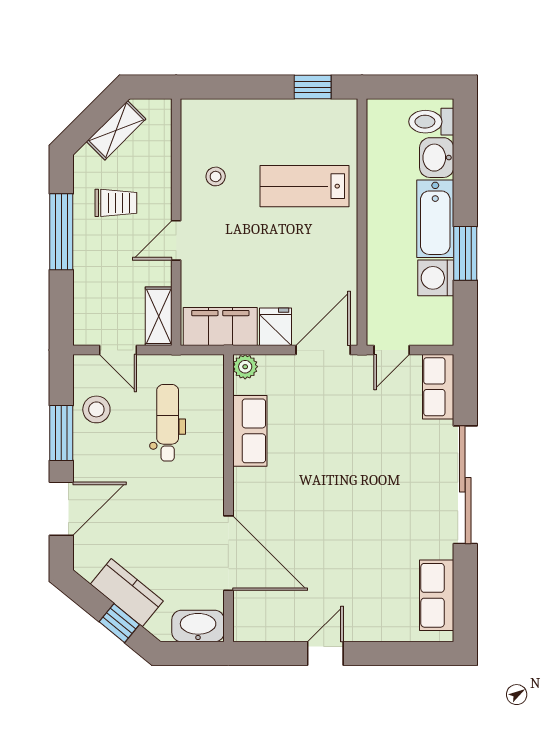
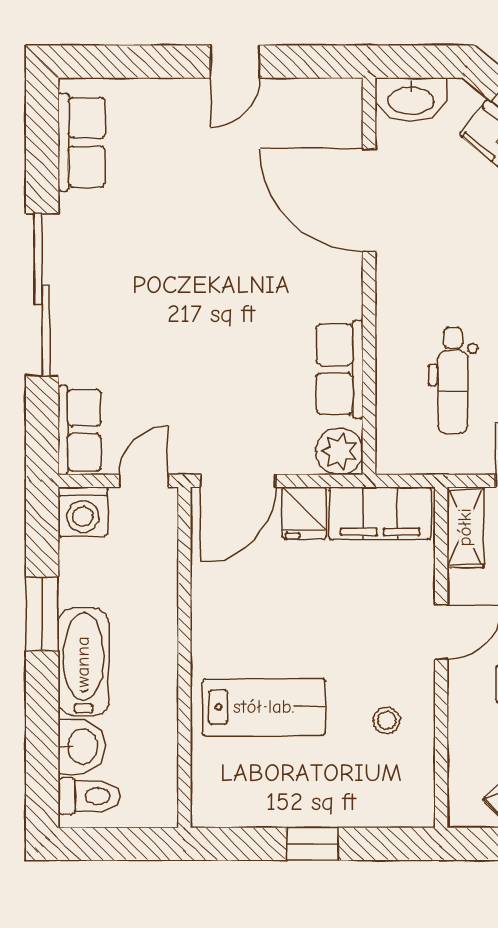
window: (313, 87) -> (312, 844), moved
washing machine: (436, 278) -> (83, 512), moved, turned 90
plant: (245, 367) -> (339, 451), width x1.38, depth x1.38

